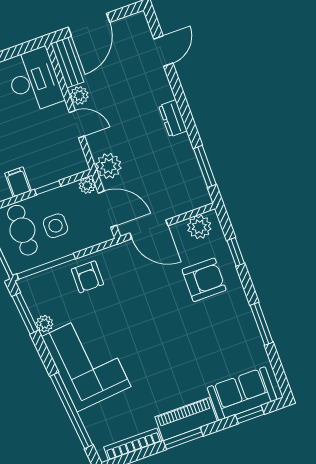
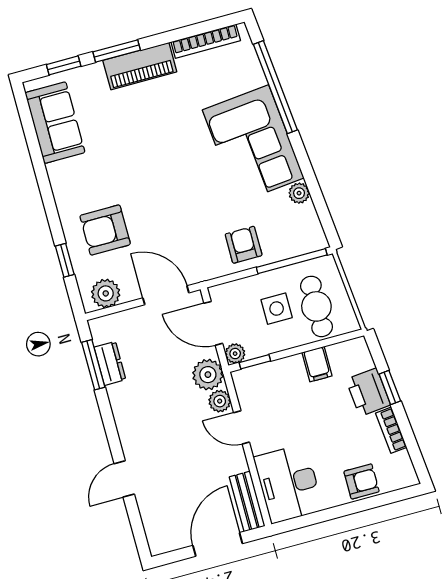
door: (163, 51) -> (124, 479), moved
plant: (79, 95) -> (220, 401), moved
dresser: (173, 118) -> (110, 363), moved
window: (48, 188) -> (255, 362), moved
window: (25, 313) -> (321, 207), removed
window: (262, 324) -> (41, 172), removed
sofa: (242, 394) -> (55, 123), moved, turned -90
window: (183, 438) -> (117, 51), moved

